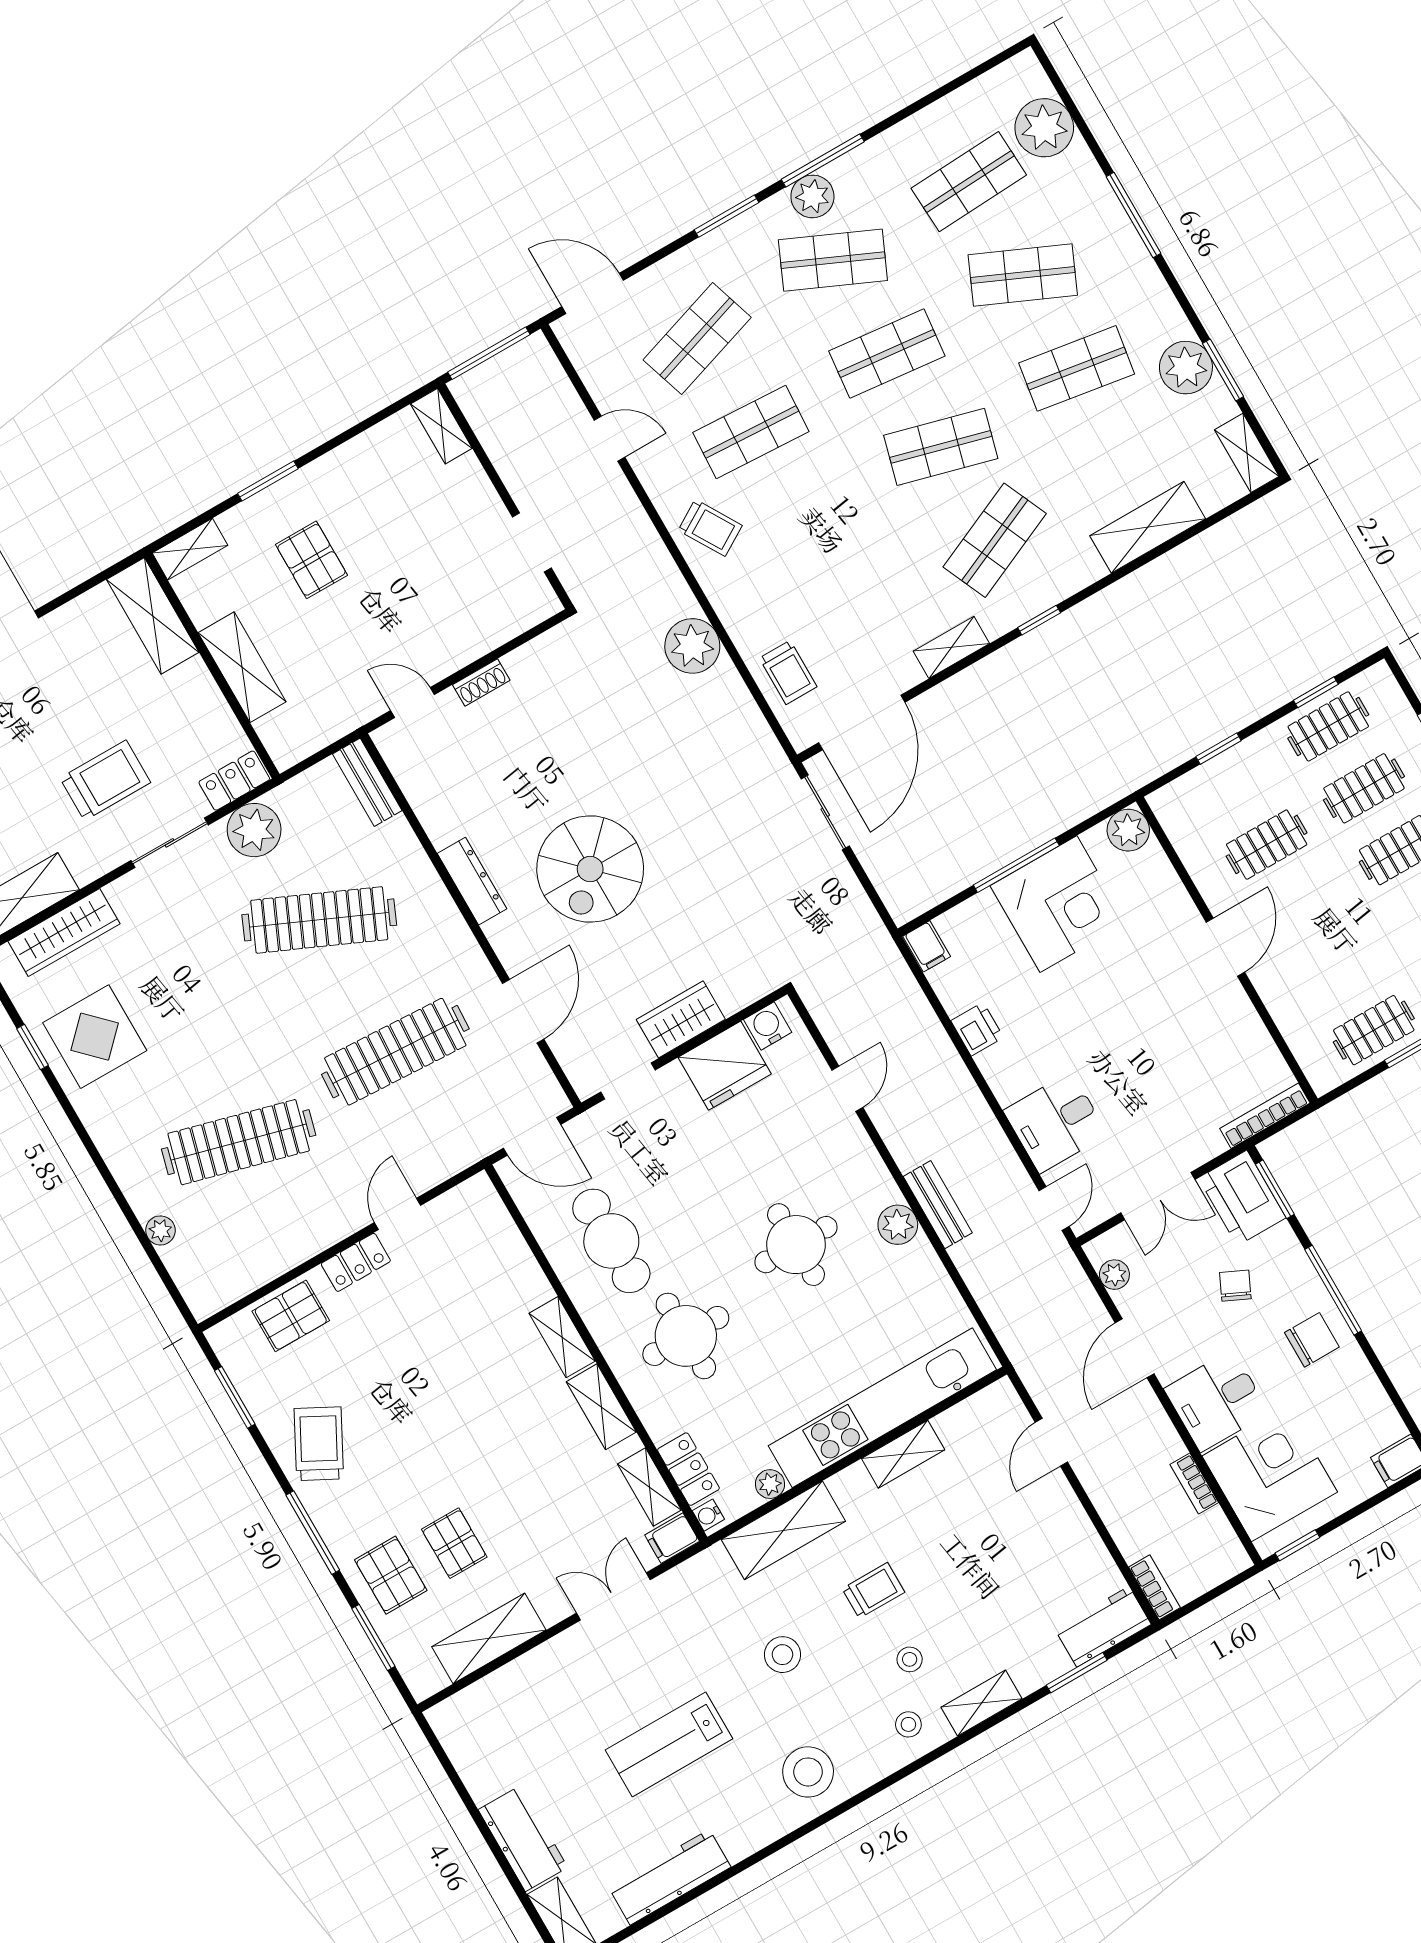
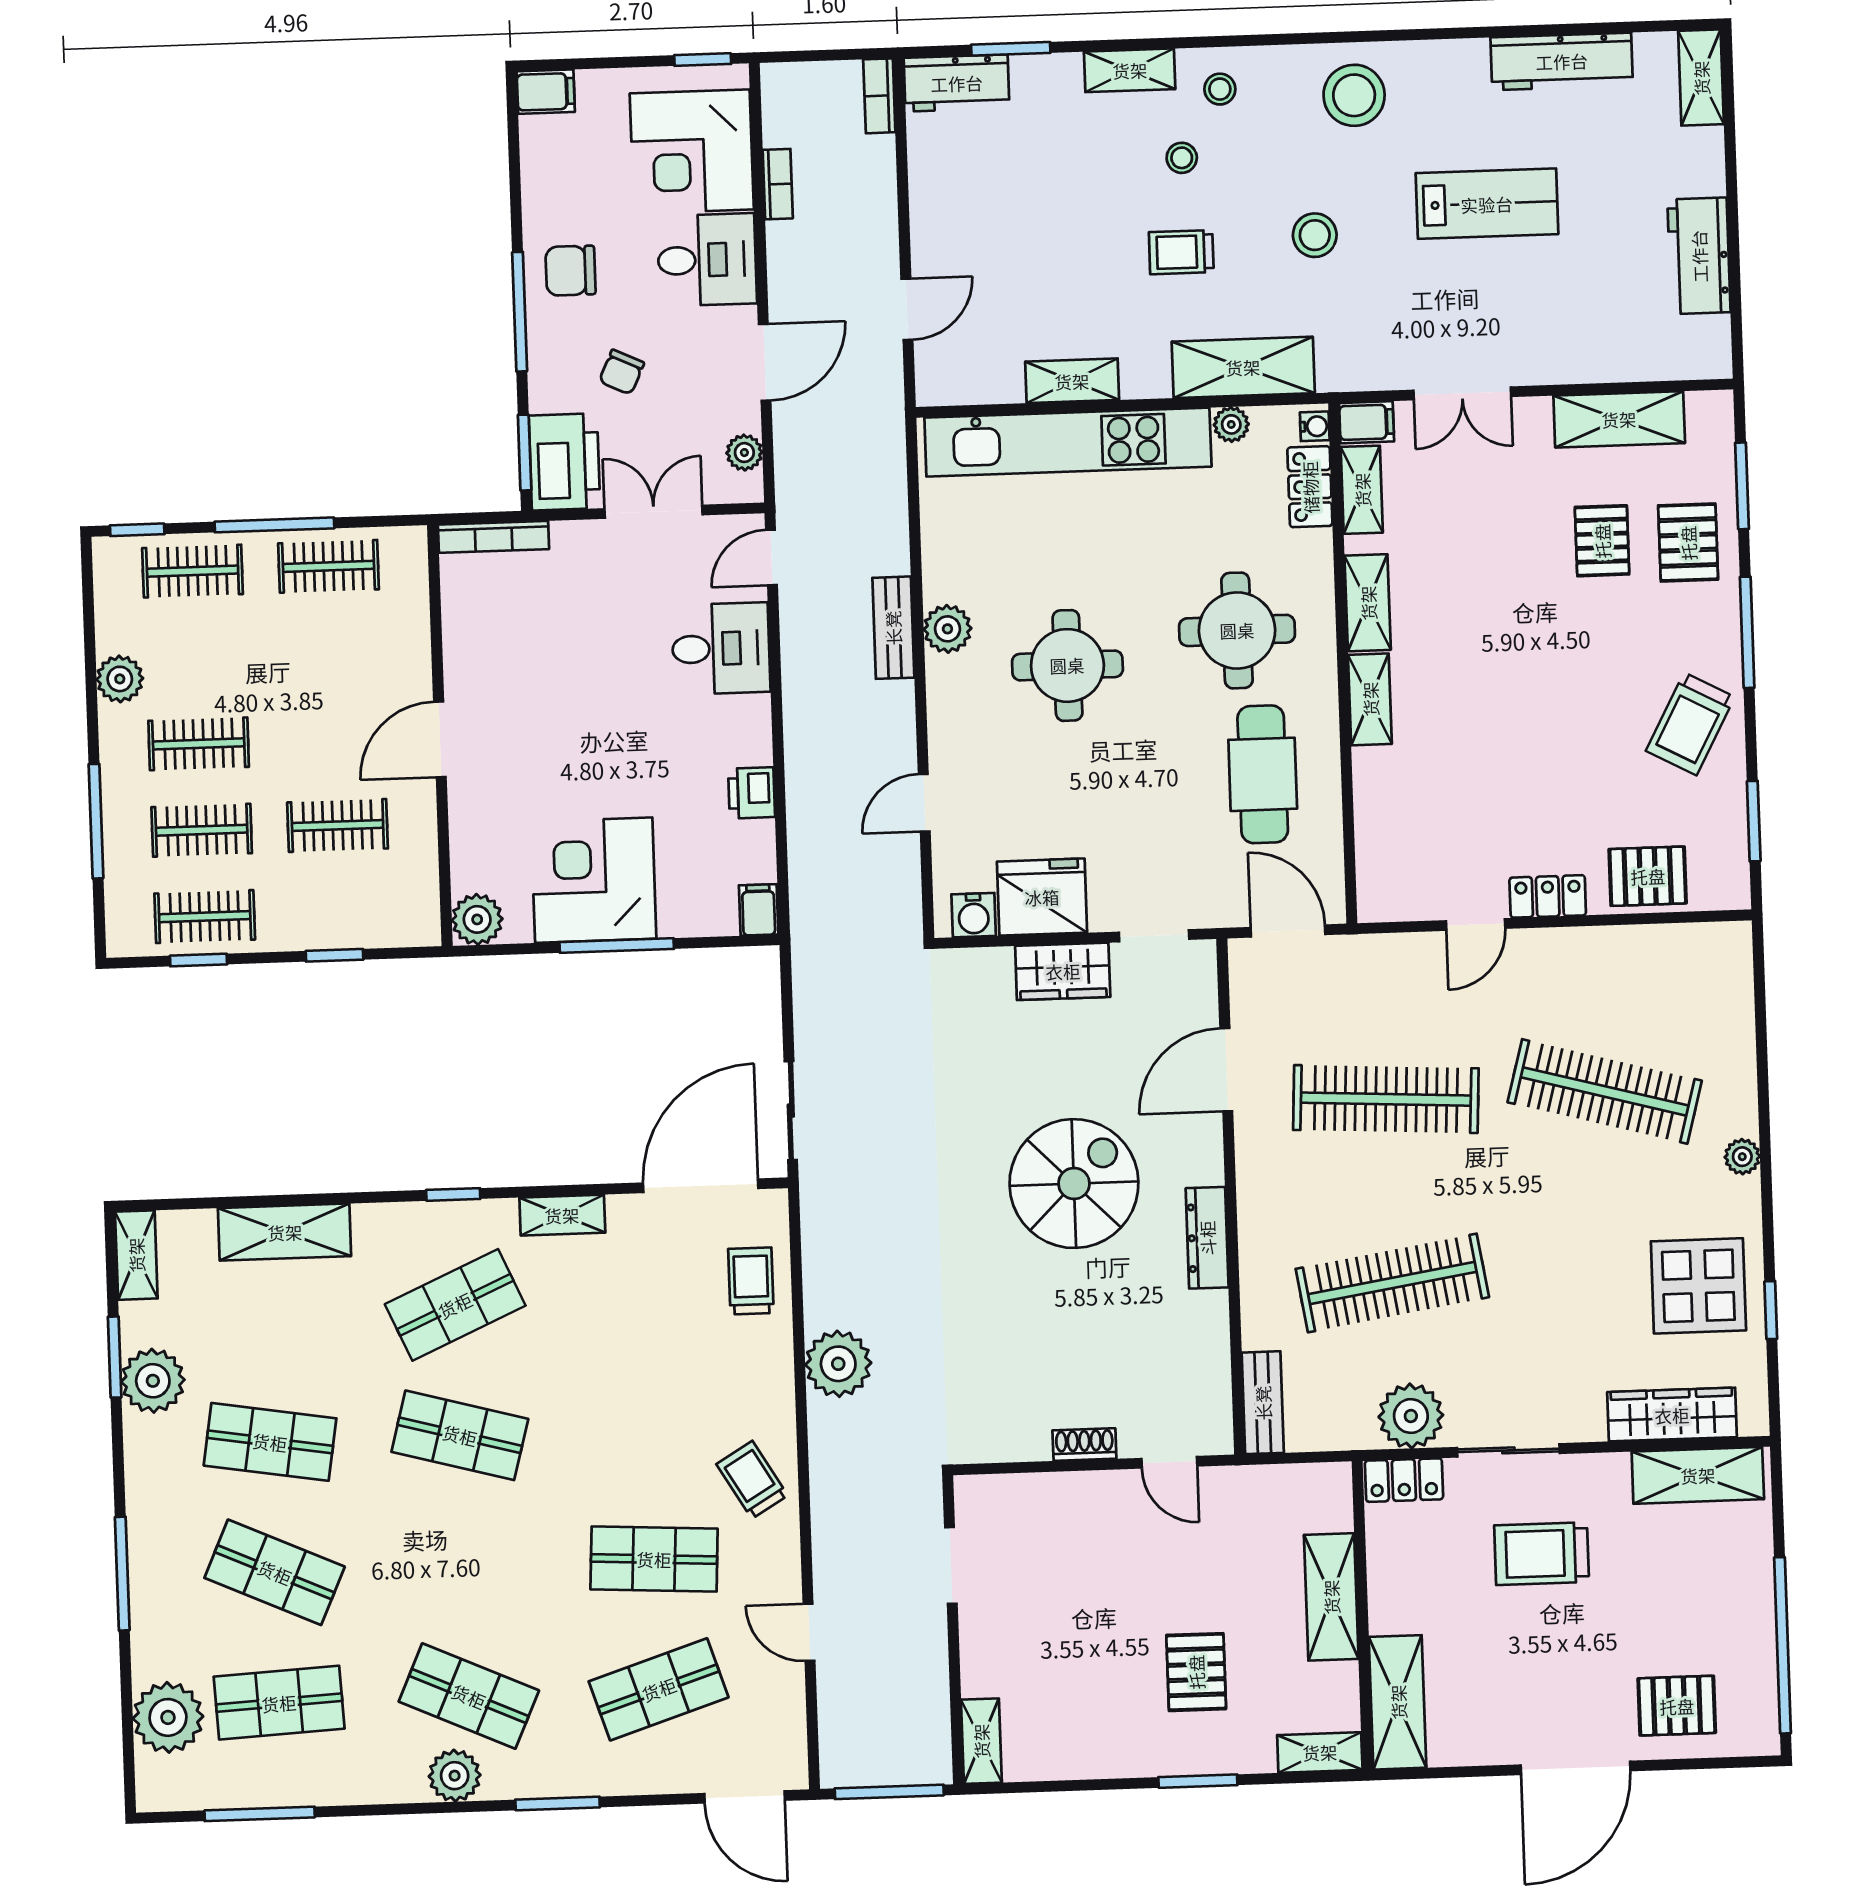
window: (823, 161) -> (260, 1814), moved
shop shelf: (887, 353) -> (464, 1566), removed
clothes rail: (319, 920) -> (1392, 1283), turned -33
plant: (160, 1230) -> (1742, 1157), moved
workbench: (523, 1838) -> (1699, 256), moved

